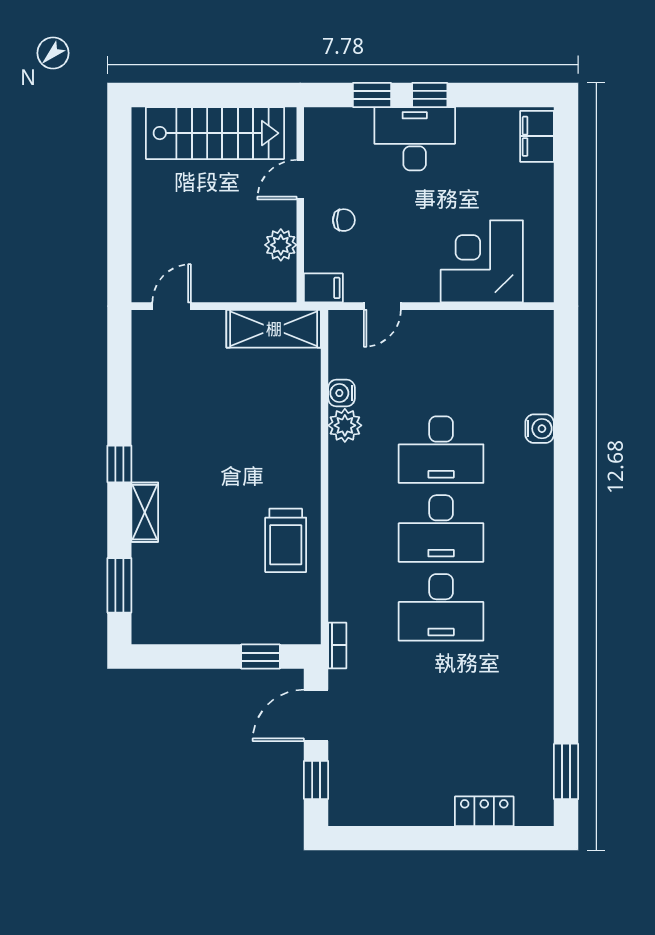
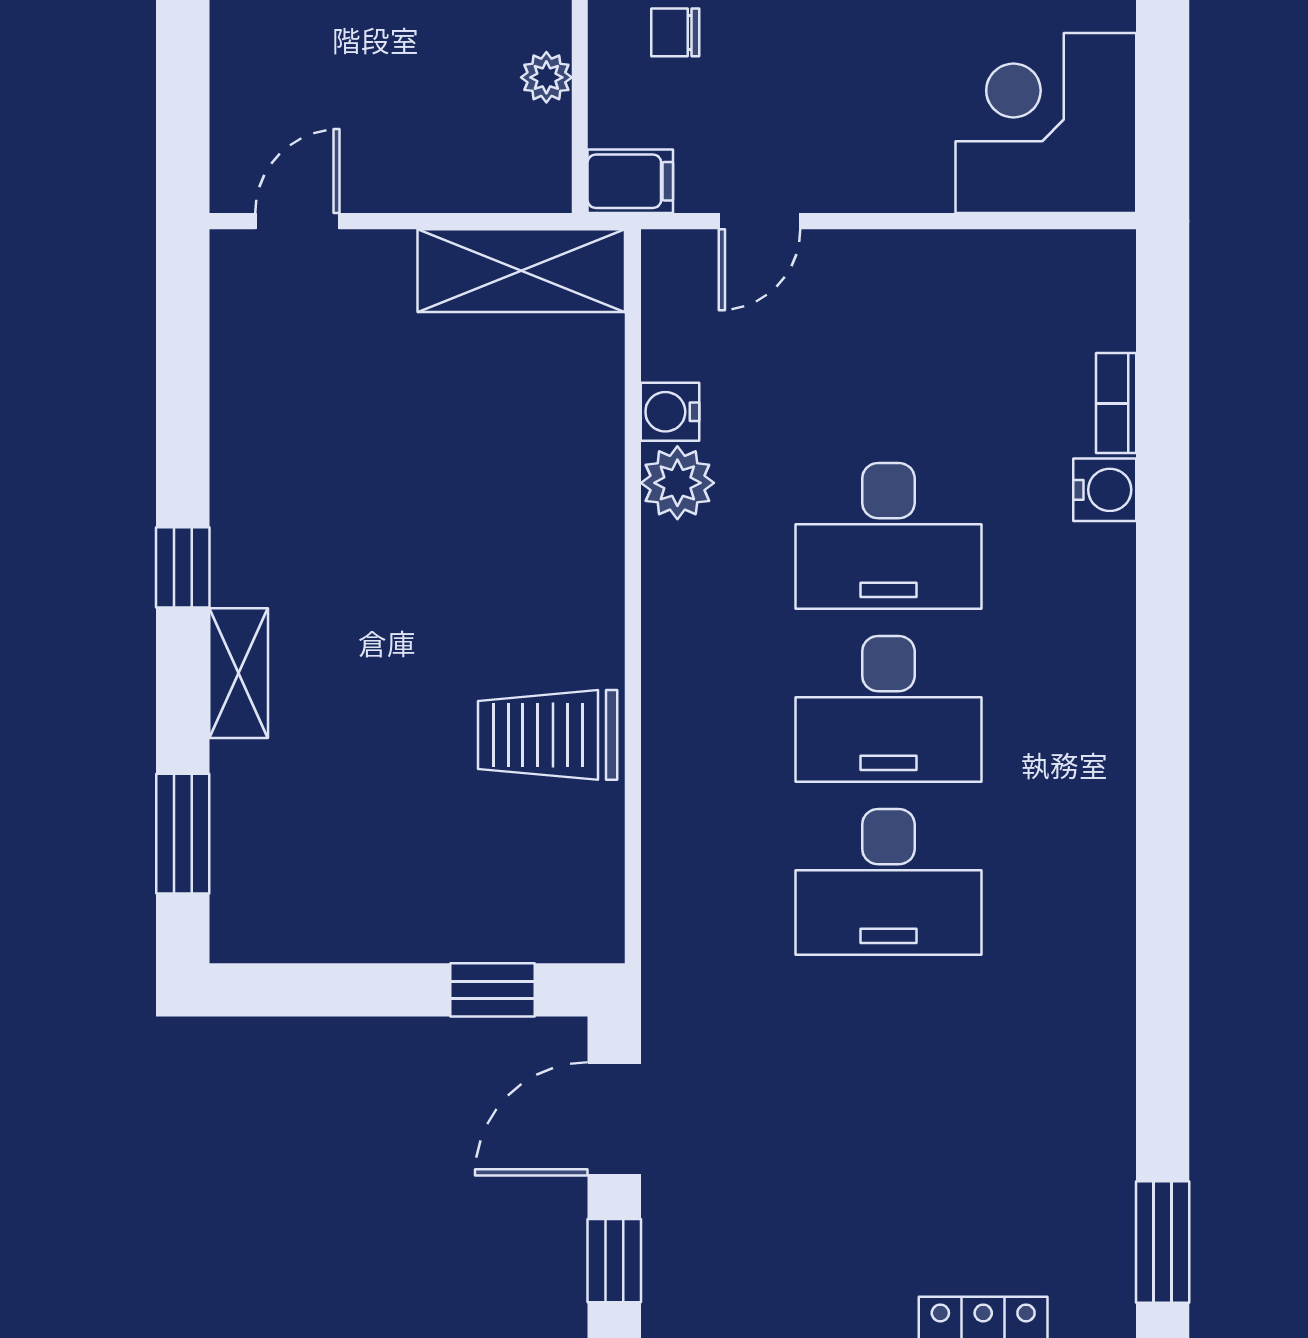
chair: (344, 220) -> (675, 32), turned 180
plant: (281, 245) -> (546, 77), width x0.73, depth x0.73
corner desk: (482, 261) -> (1046, 123), moved
trolley: (286, 540) -> (548, 735), turned 90
bookcase: (337, 645) -> (1116, 403), moved, turned 180

